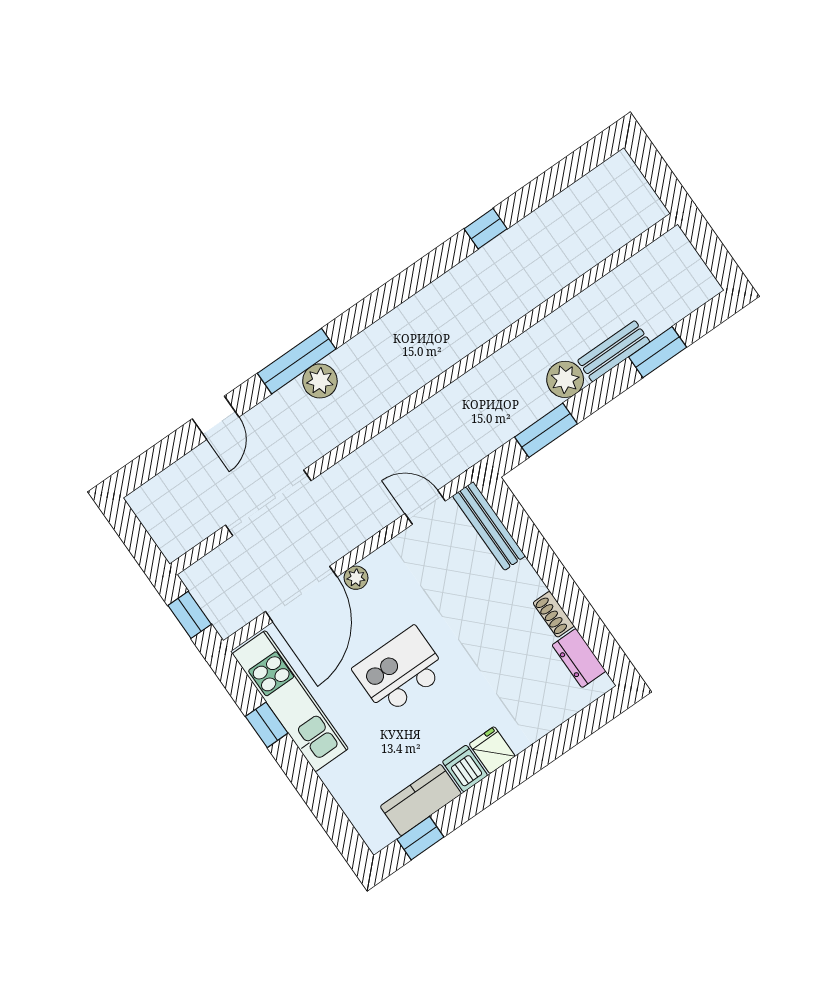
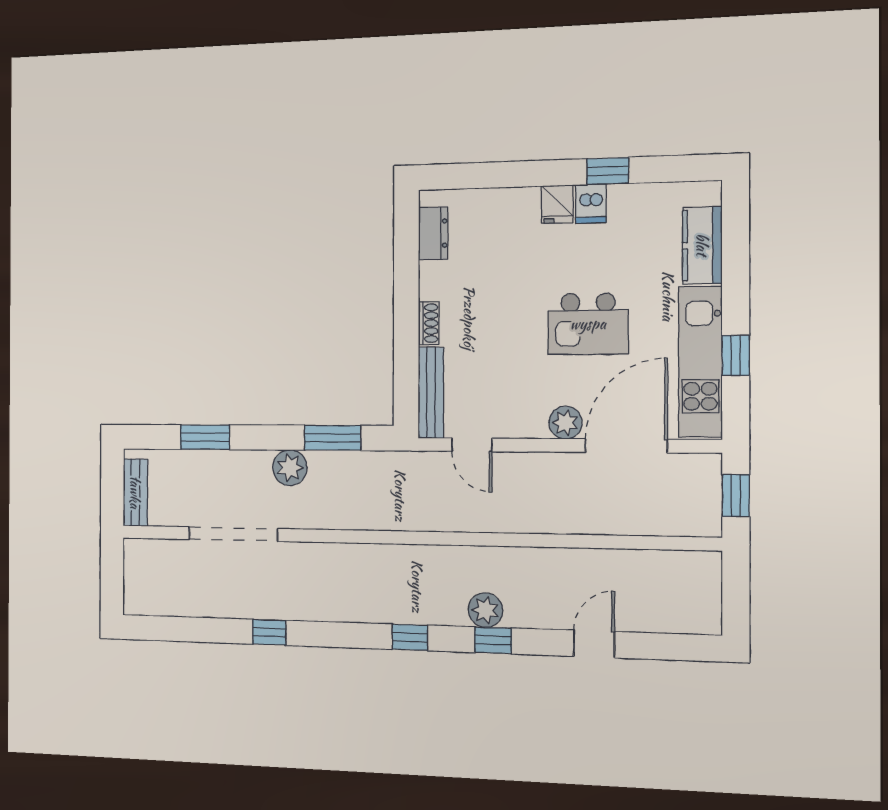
window: (365, 313) -> (410, 637), added
bench: (614, 351) -> (135, 492), moved, turned 90
window: (297, 361) -> (493, 640), width x0.46
doorway: (268, 503) -> (233, 534), moved
plant: (356, 578) -> (565, 423), width x1.38, depth x1.38
shoe rack: (554, 614) -> (429, 323), moved
kitchen counter: (421, 800) -> (702, 245), moved, turned 90
window: (420, 838) -> (608, 171), moved

